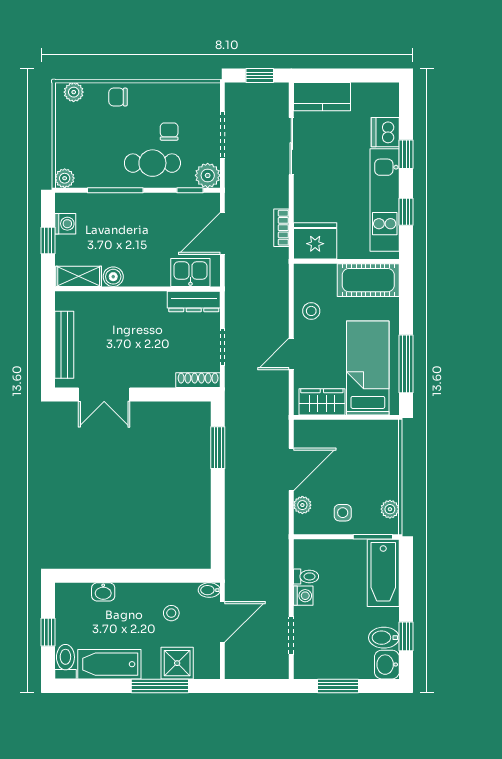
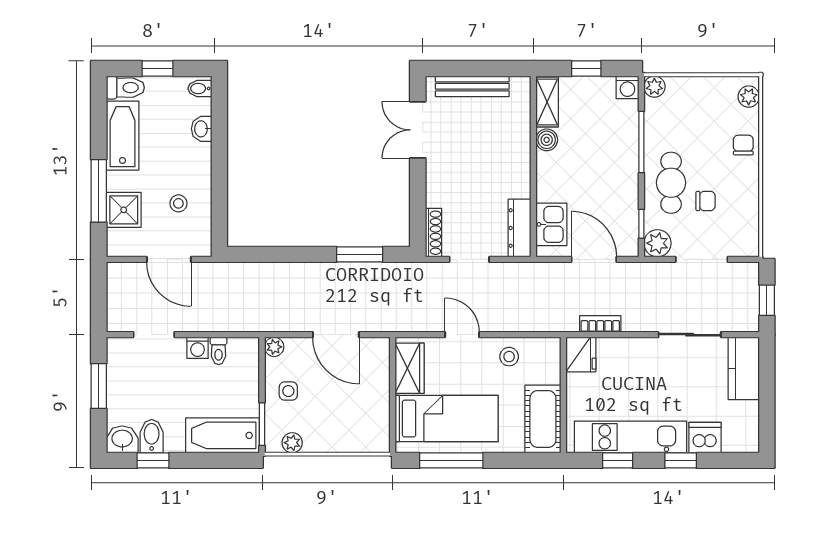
washing machine: (65, 224) -> (627, 87), moved
fridge: (315, 241) -> (581, 355), width x0.73, depth x0.75
plant: (302, 505) -> (274, 347), moved
bidet: (209, 590) -> (200, 88), moved, turned -90

